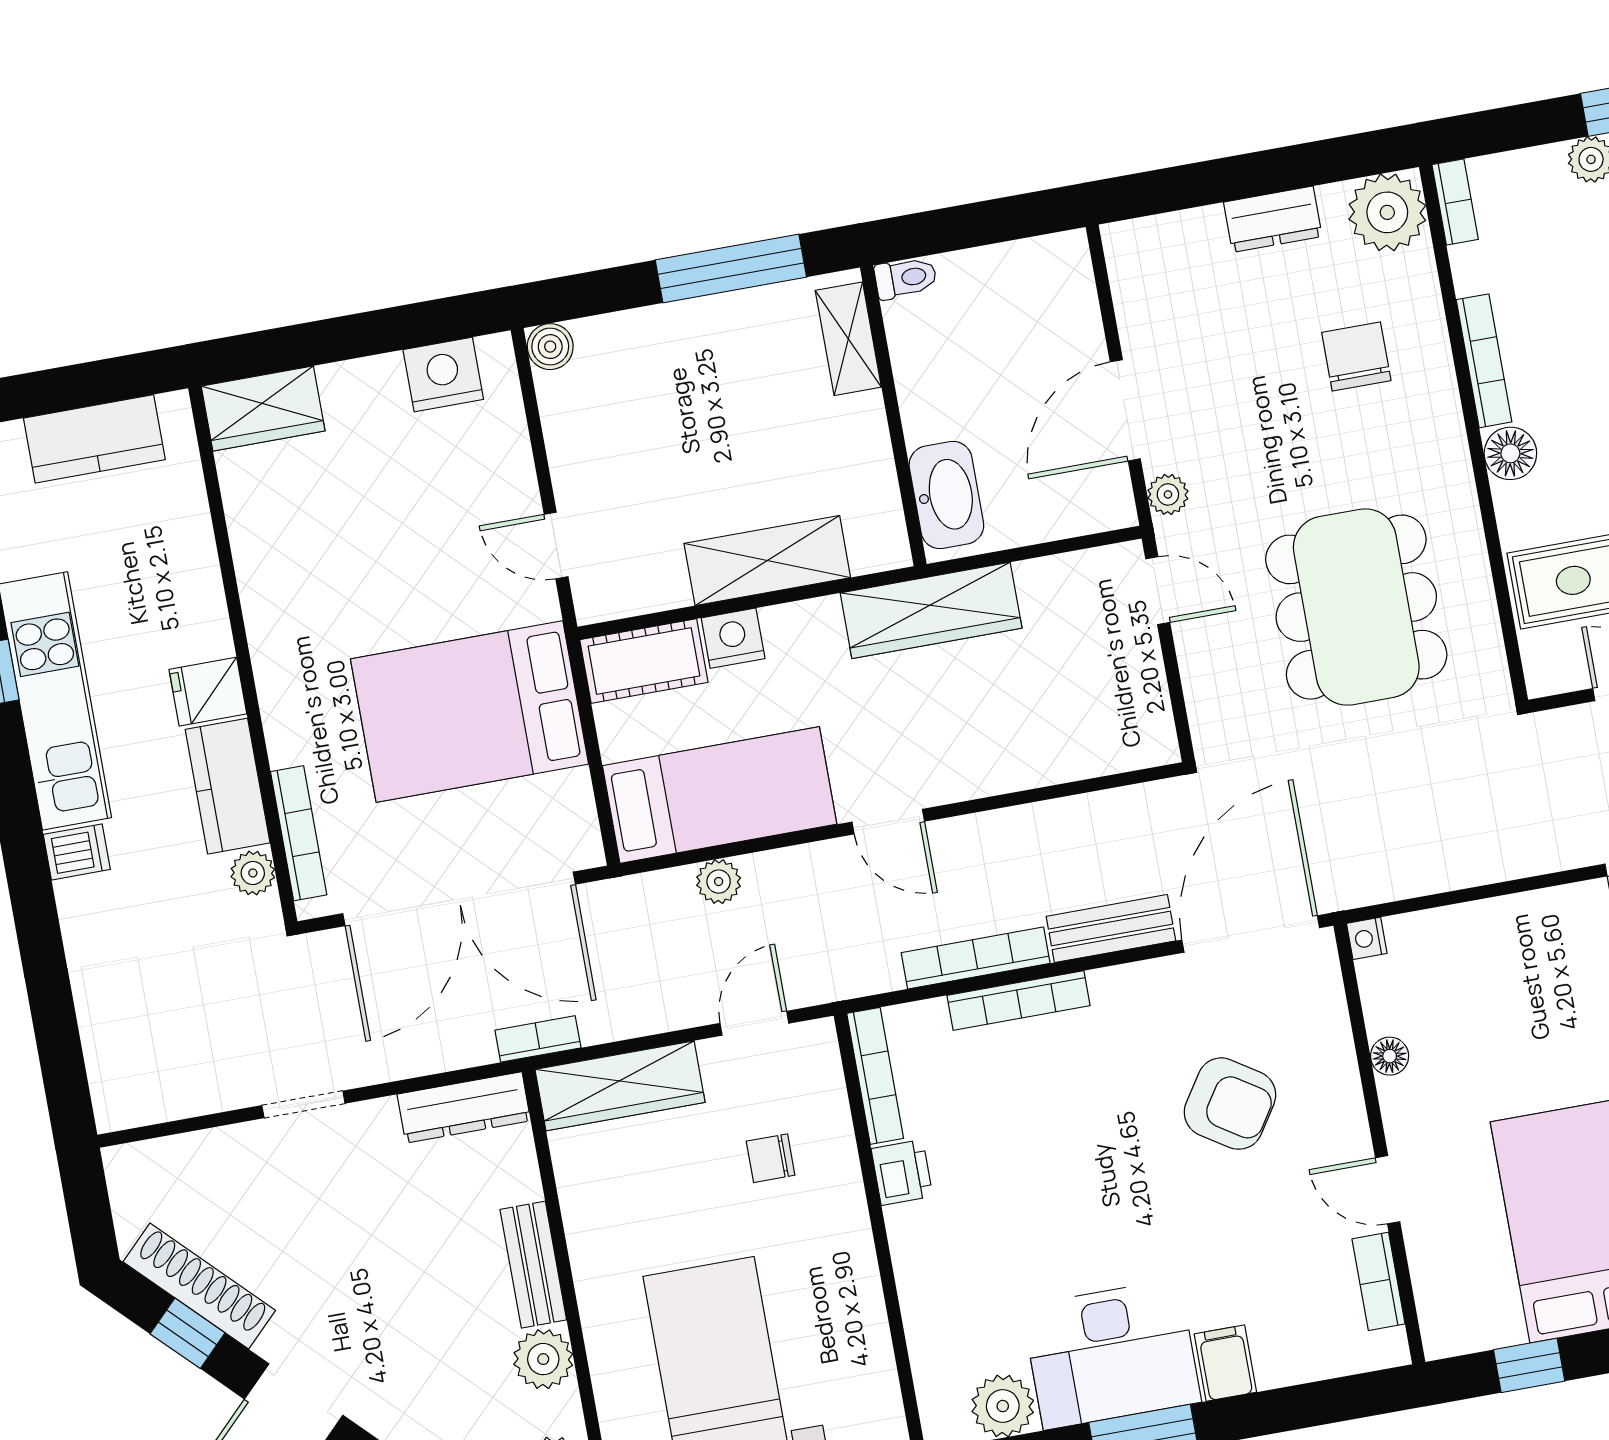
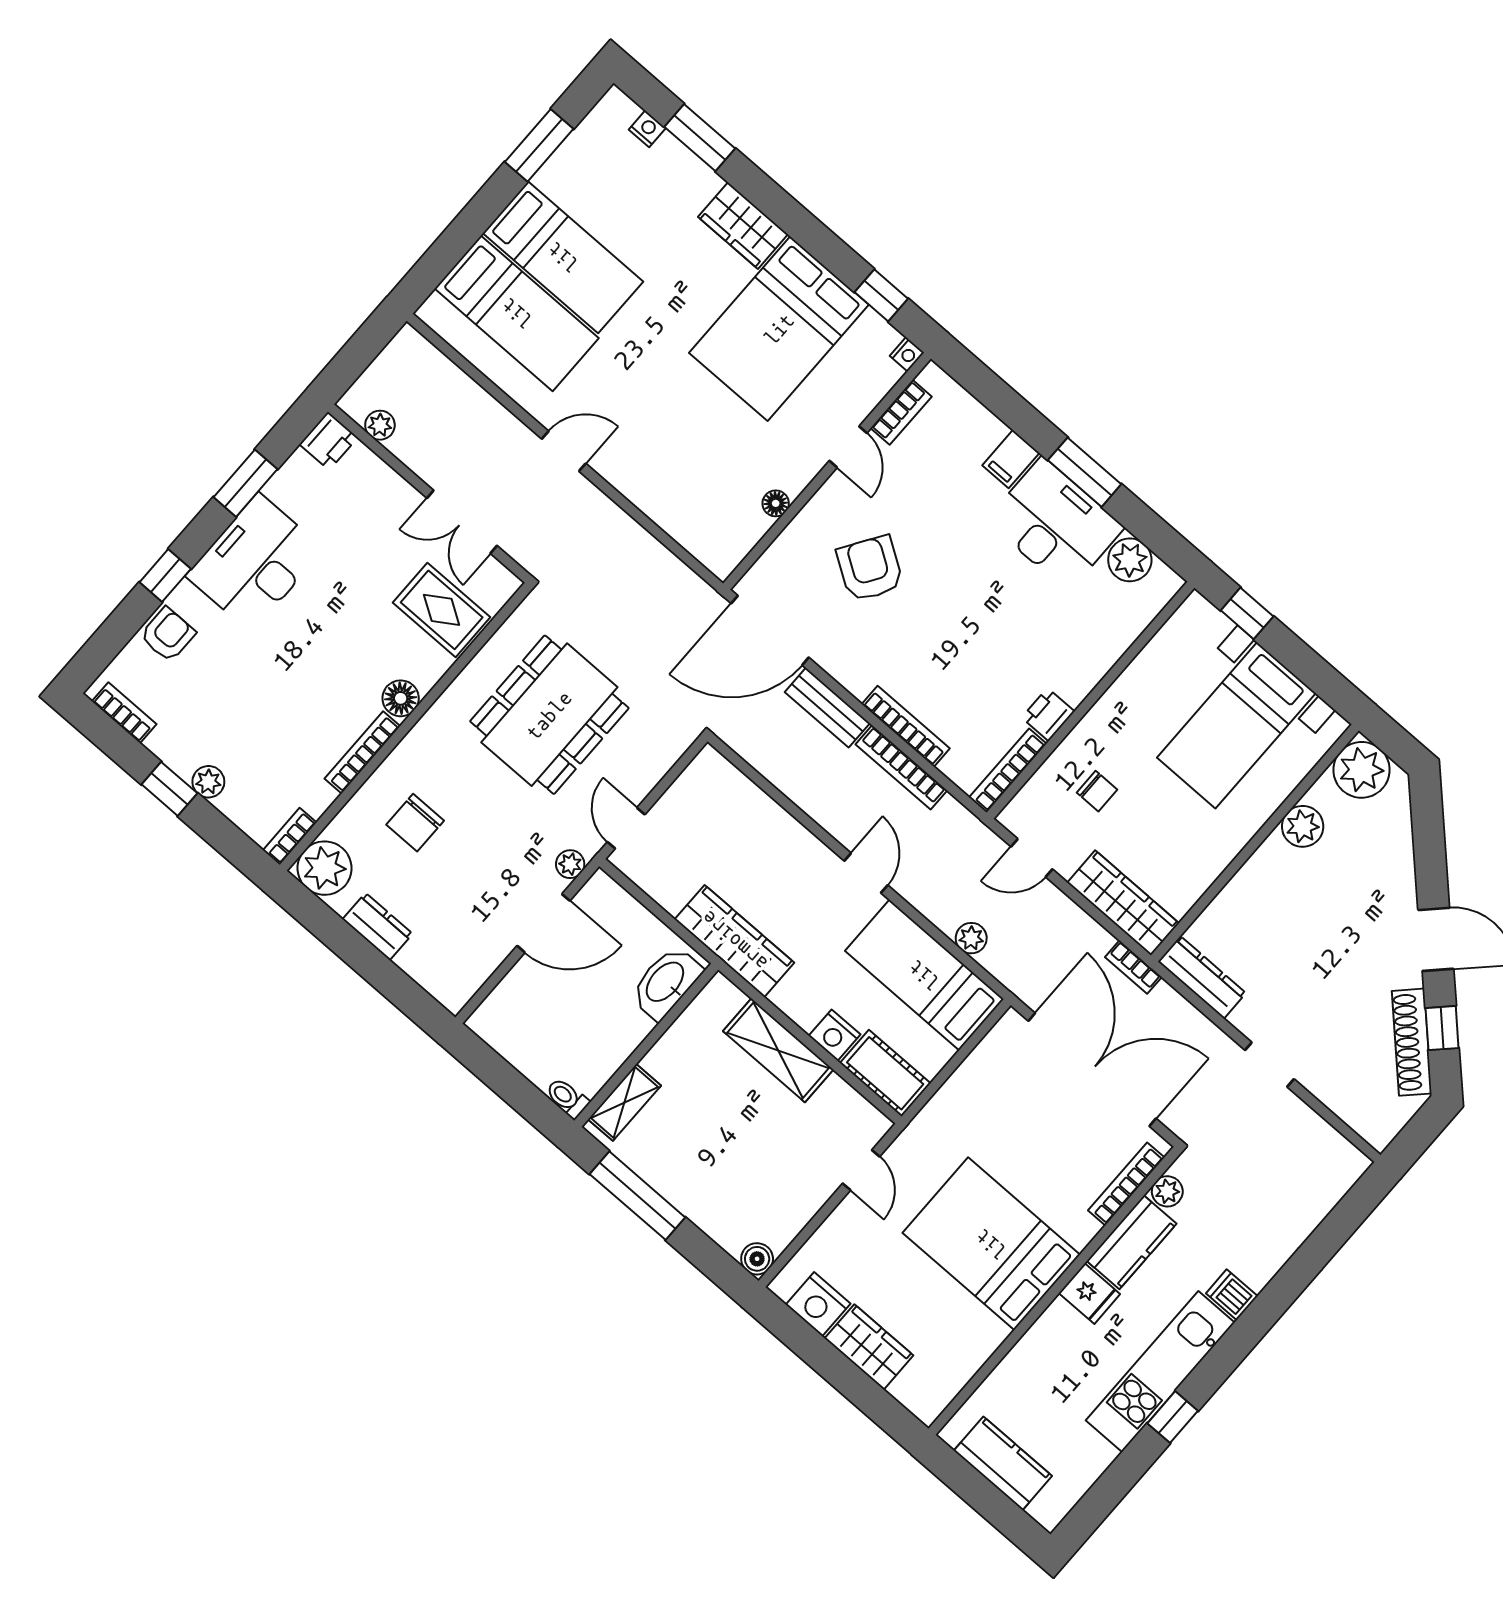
wardrobe: (263, 408) -> (869, 1347), moved
bed: (470, 711) -> (991, 1244), moved, turned 180
nightstand: (1367, 938) -> (907, 354), moved
bench: (533, 1265) -> (1256, 872), removed

